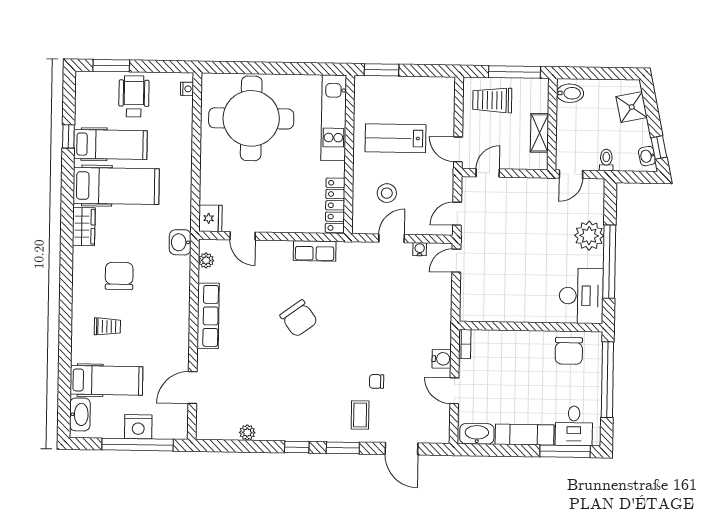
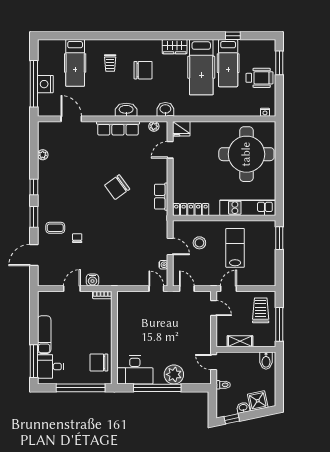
washbasin: (647, 156) -> (243, 408), moved
washbasin: (80, 414) -> (126, 110), moved, turned 180
washbasin: (477, 434) -> (44, 304), removed

